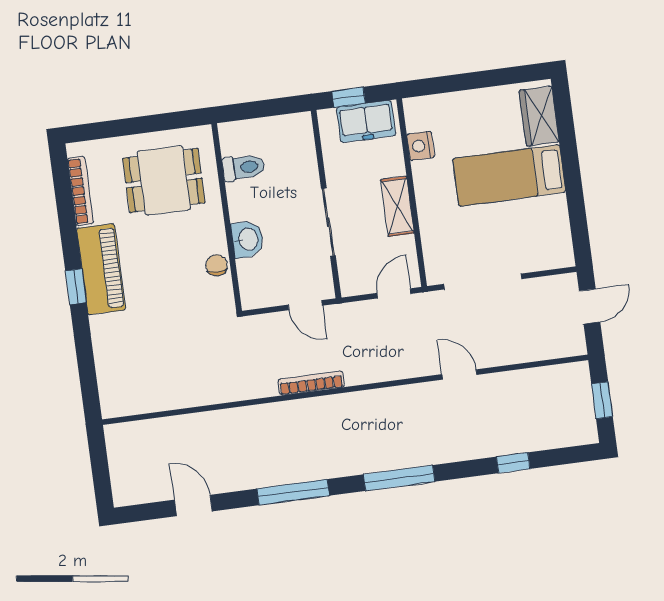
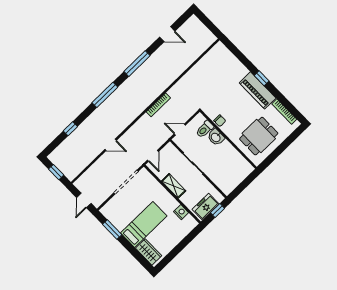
toilet: (244, 167) -> (205, 129), moved
window: (577, 211) -> (112, 229), added

